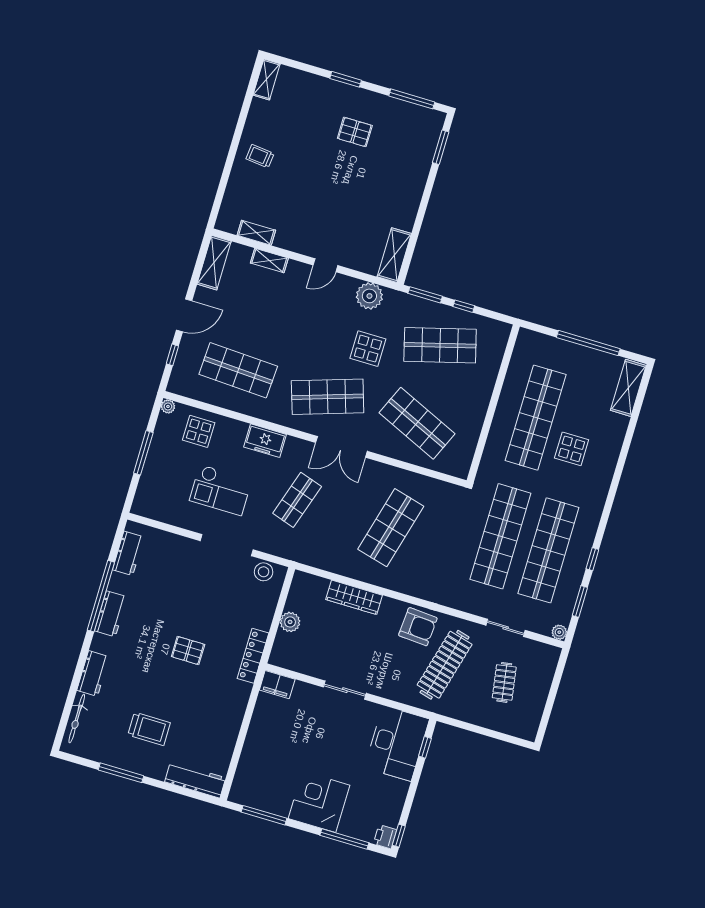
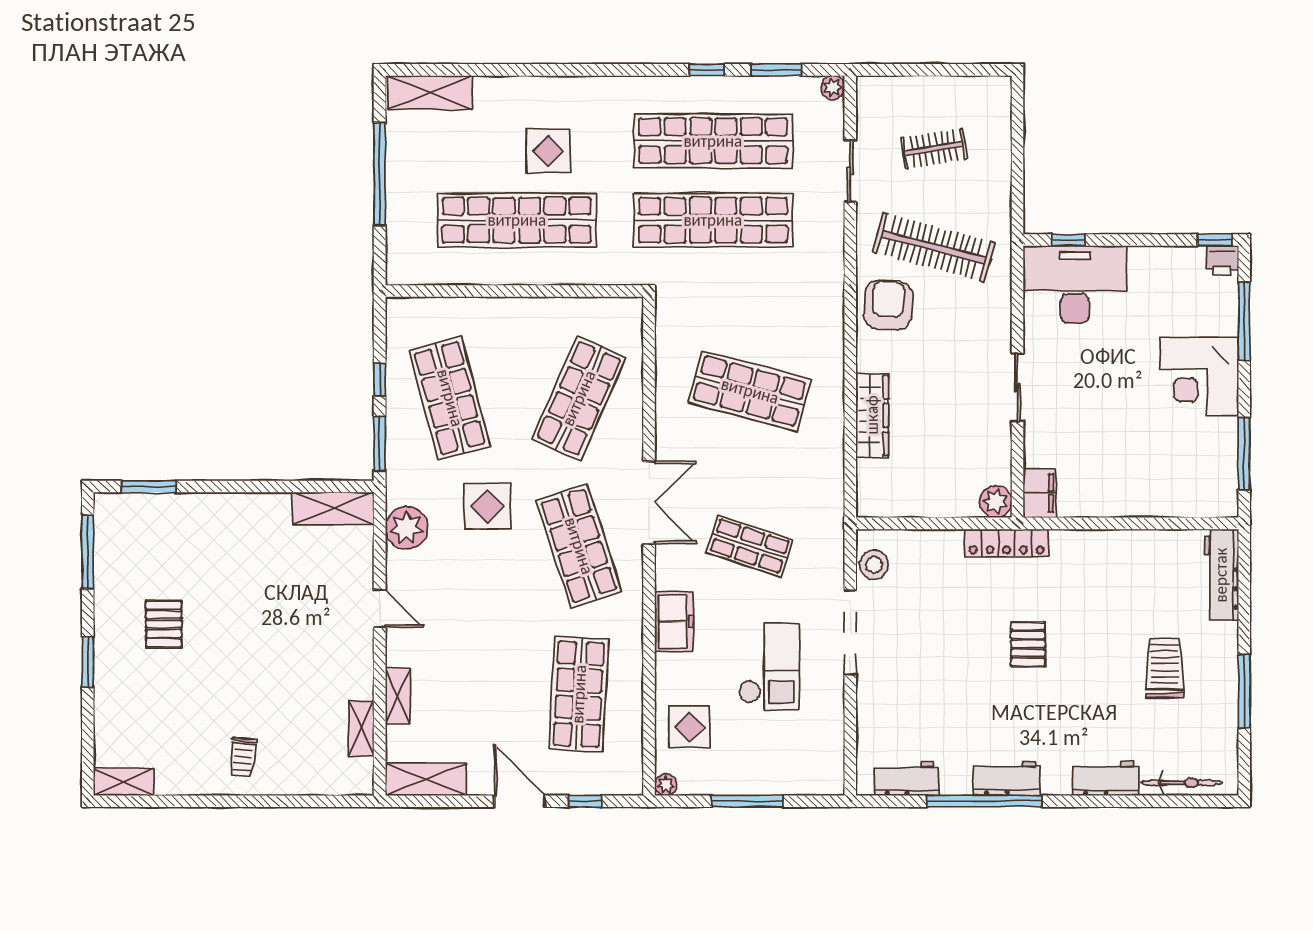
plant: (290, 622) -> (996, 502), moved

